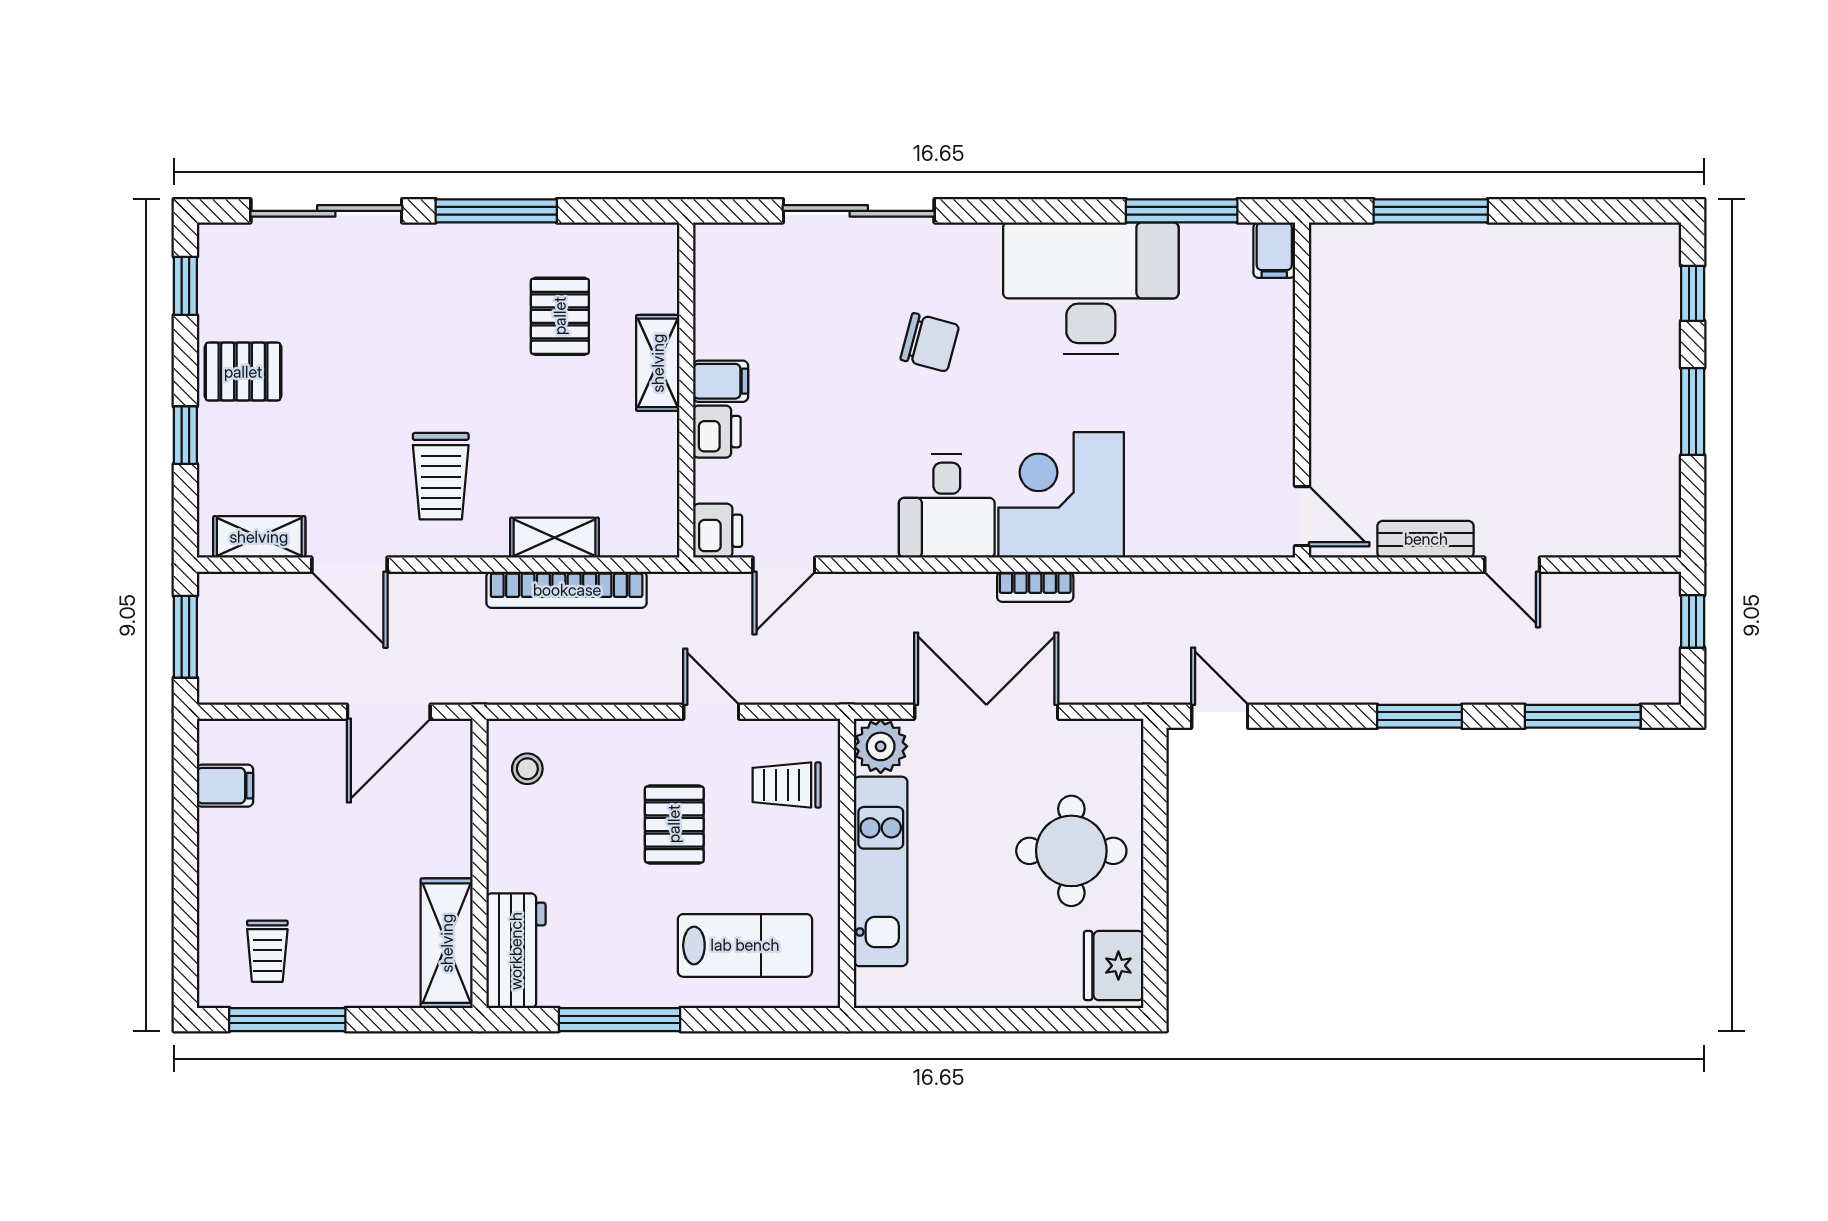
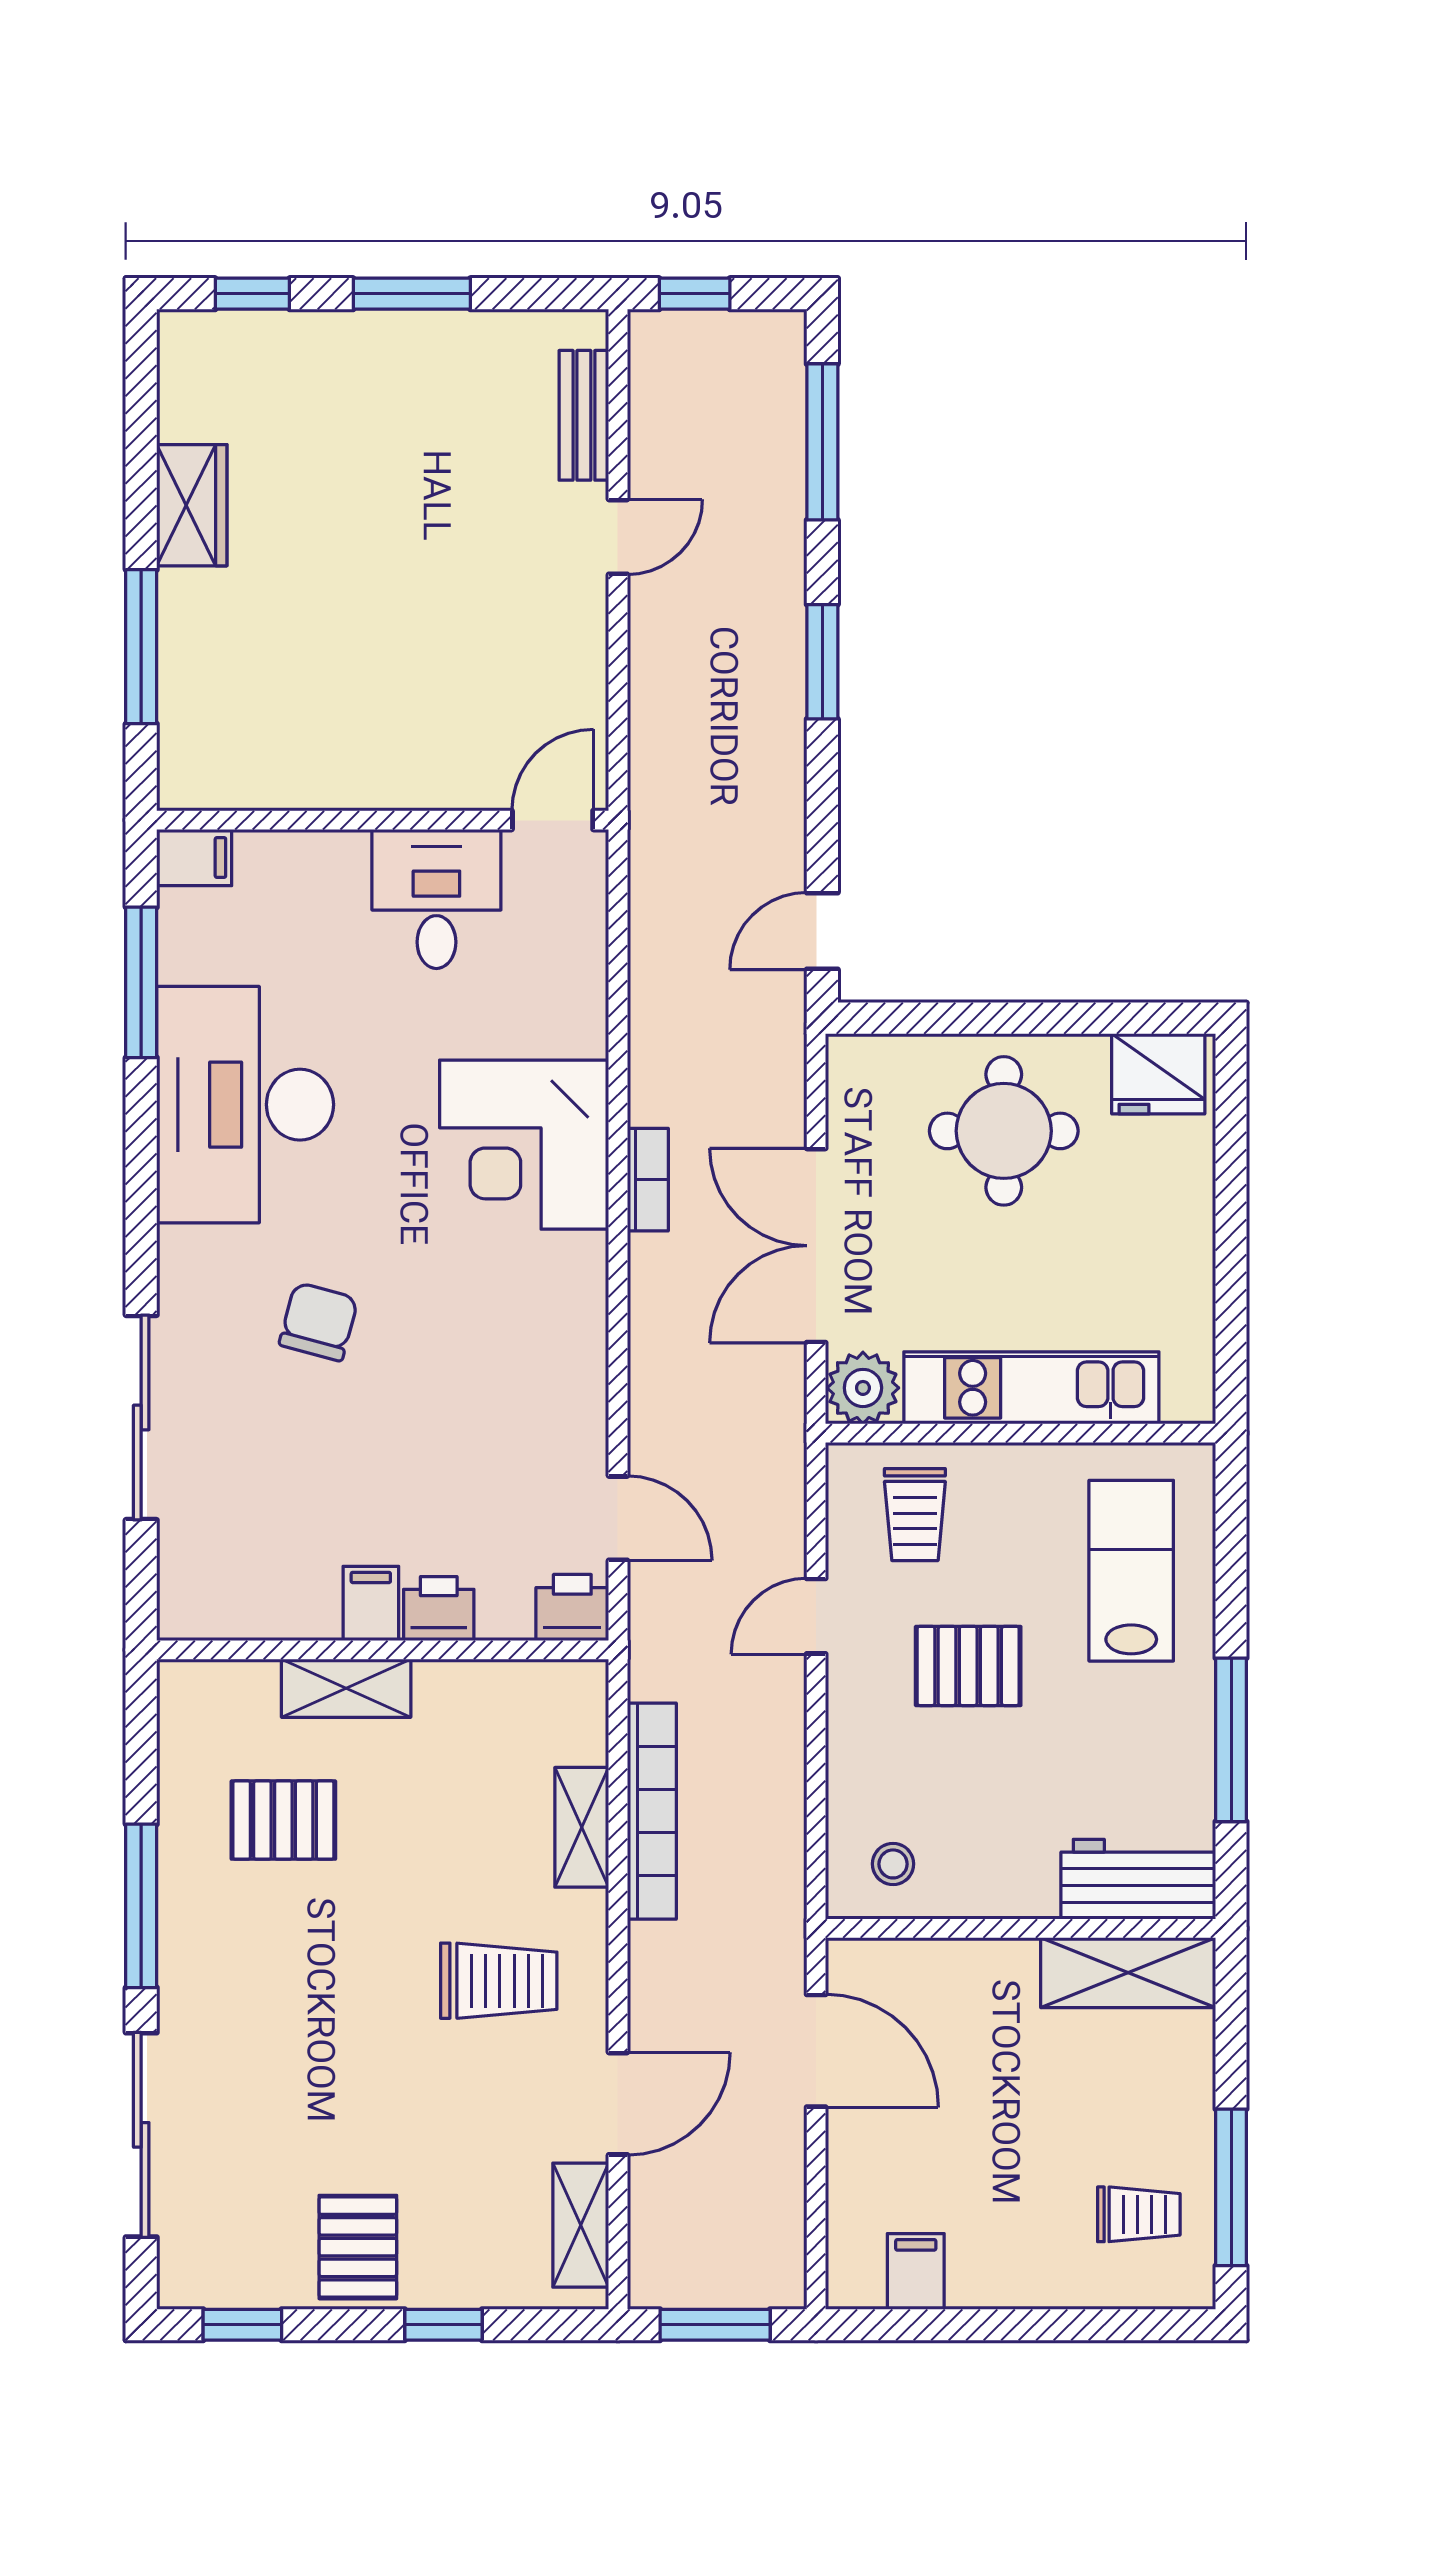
wardrobe: (1536, 248) -> (192, 505), added
desk: (947, 506) -> (436, 899), moved, turned -90
bench: (1426, 539) -> (584, 415), moved

